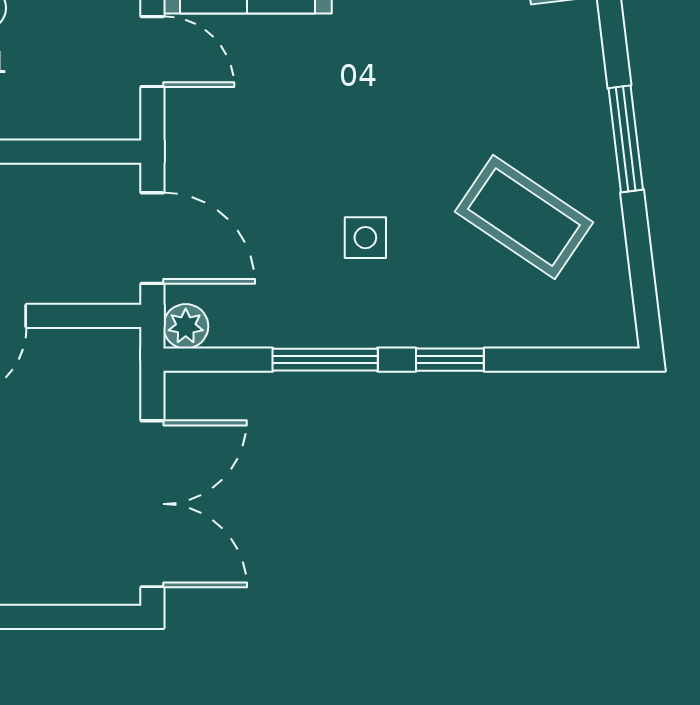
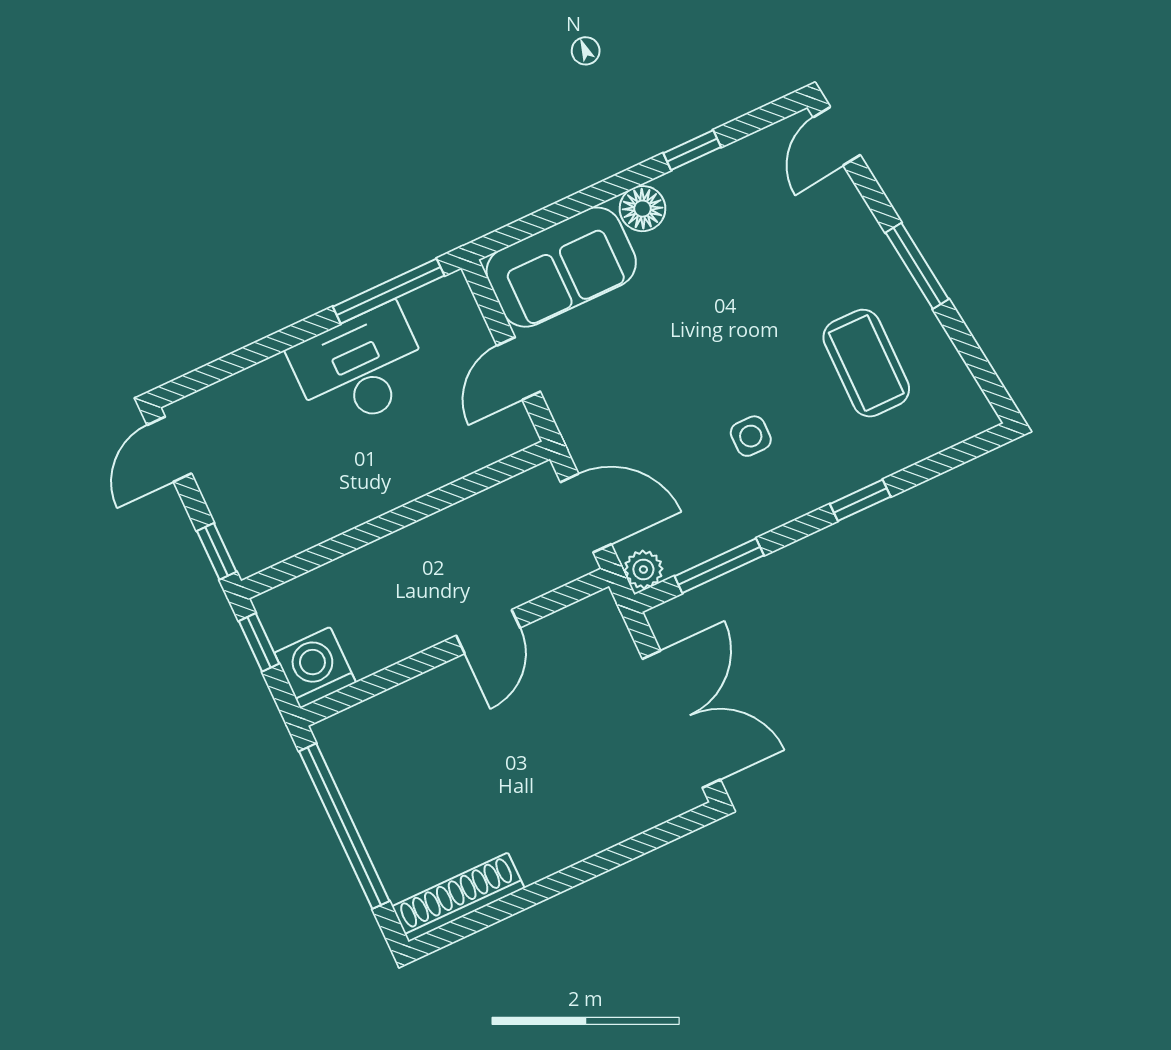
door: (152, 52) -> (519, 369), swing flipped
coffee table: (524, 217) -> (866, 363), turned 56
window: (325, 360) -> (719, 566), moved

